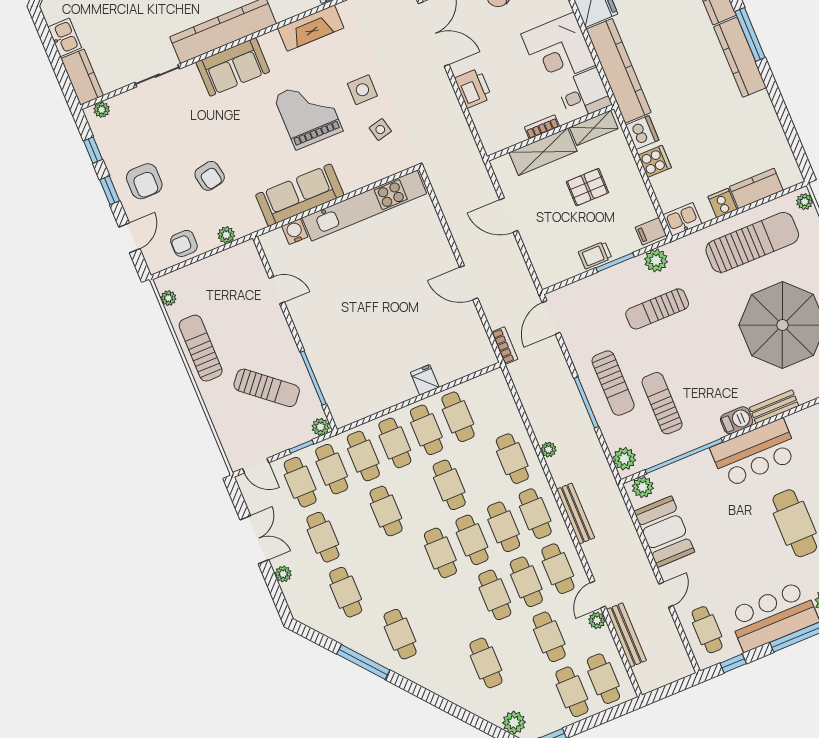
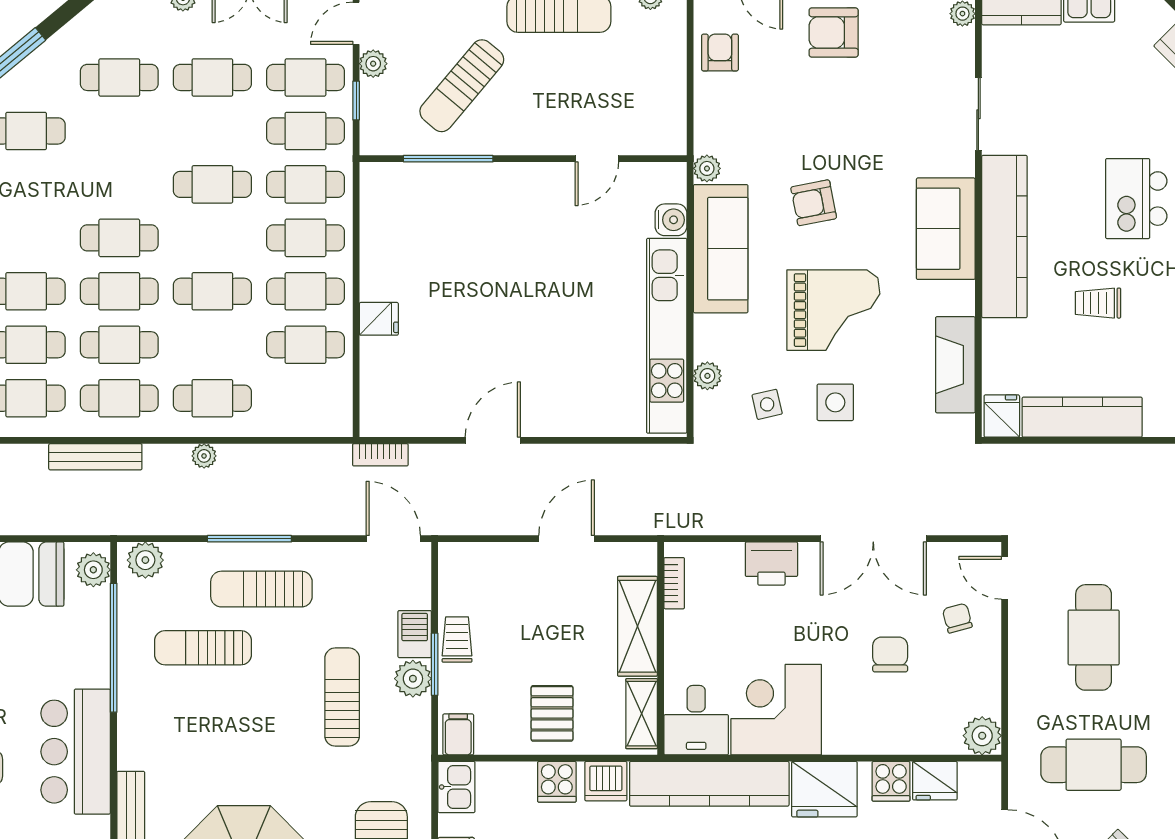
bookcase: (542, 127) -> (674, 583), moved
plant: (378, 172) -> (707, 376), added
armchair: (210, 176) -> (814, 203), moved
pallet: (587, 187) -> (552, 713), moved
plant: (226, 235) -> (707, 168), moved
plant: (656, 260) -> (413, 679), moved
sun lounger: (662, 403) -> (203, 648), turned 180
barbecue: (737, 420) -> (415, 634), moved, turned 180
plant: (321, 427) -> (373, 64), moved

